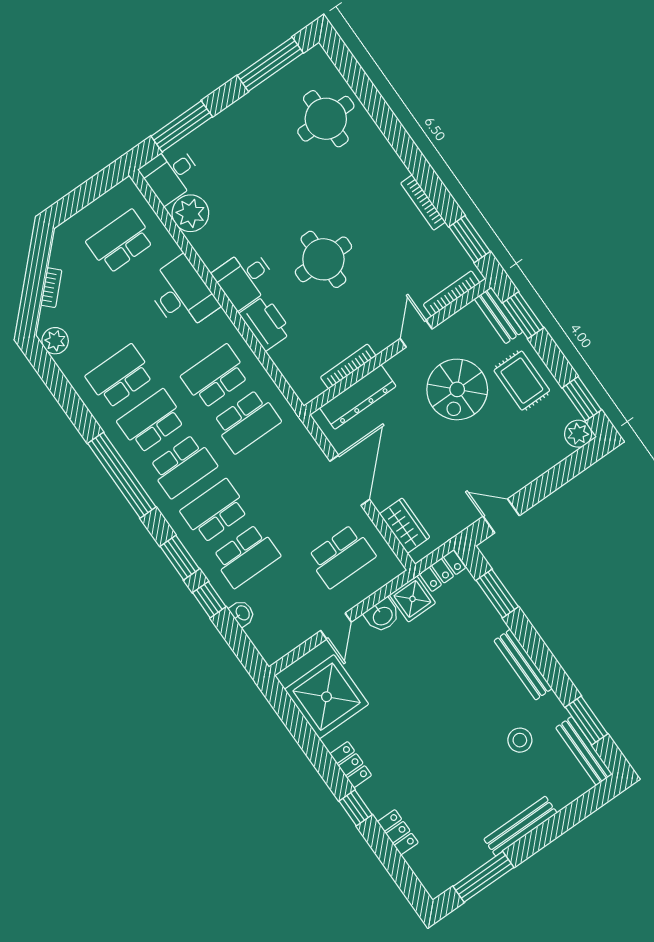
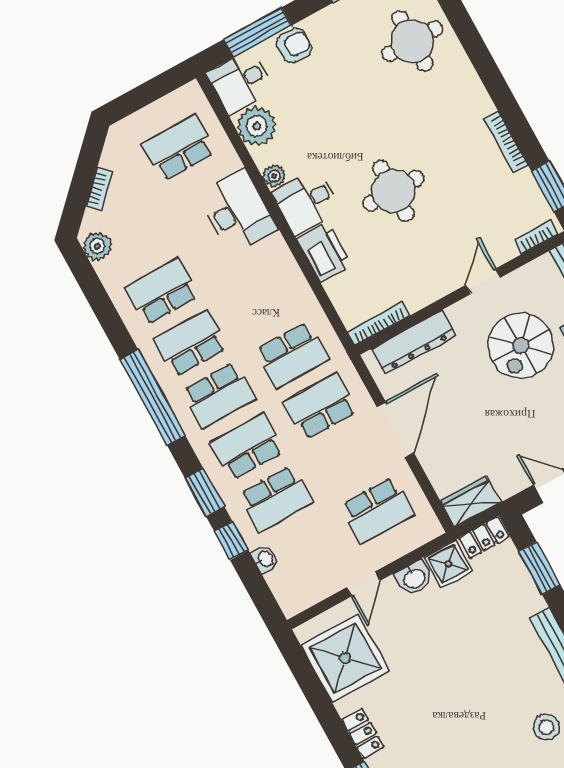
armchair: (217, 135) -> (294, 46), added
plant: (212, 258) -> (274, 176), added
bookcase: (451, 294) -> (536, 237), width x0.64
bookcase: (348, 366) -> (378, 324), moved
school desk: (215, 376) -> (321, 406), moved
wardrobe: (405, 526) -> (471, 502), moved, turned -90

